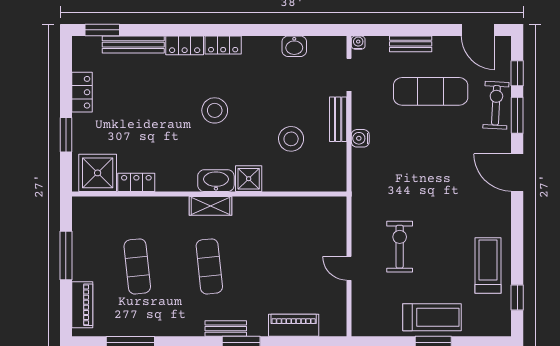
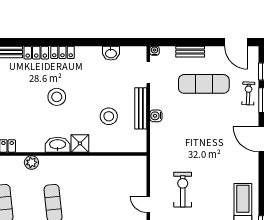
exercise bike: (496, 105) -> (248, 93), width x0.73, depth x0.72
bench: (338, 119) -> (141, 108), width x1.36
shelving: (210, 206) -> (54, 162), removed
plant: (178, 207) -> (31, 162), added

